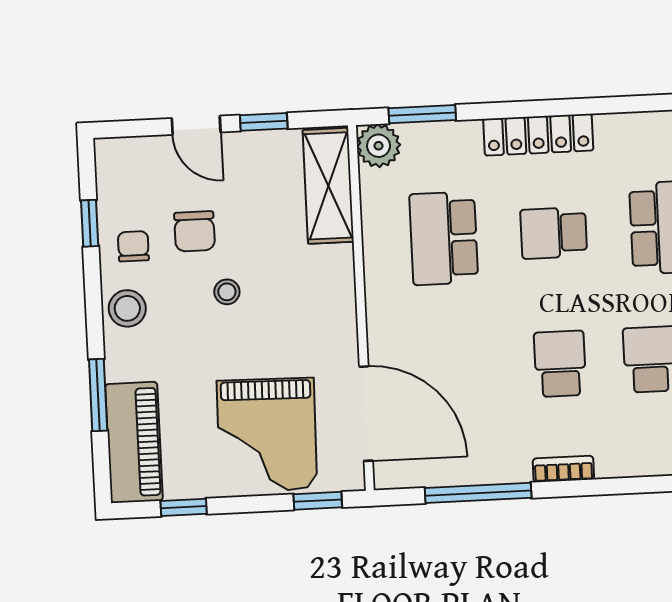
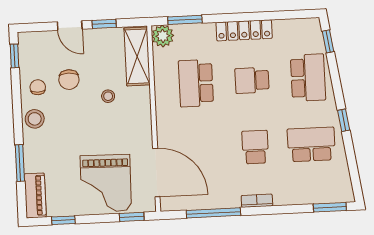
window: (90, 223) -> (15, 56), moved
stool: (227, 292) -> (108, 96), moved
piano: (134, 442) -> (35, 195), width x0.73, depth x0.75

